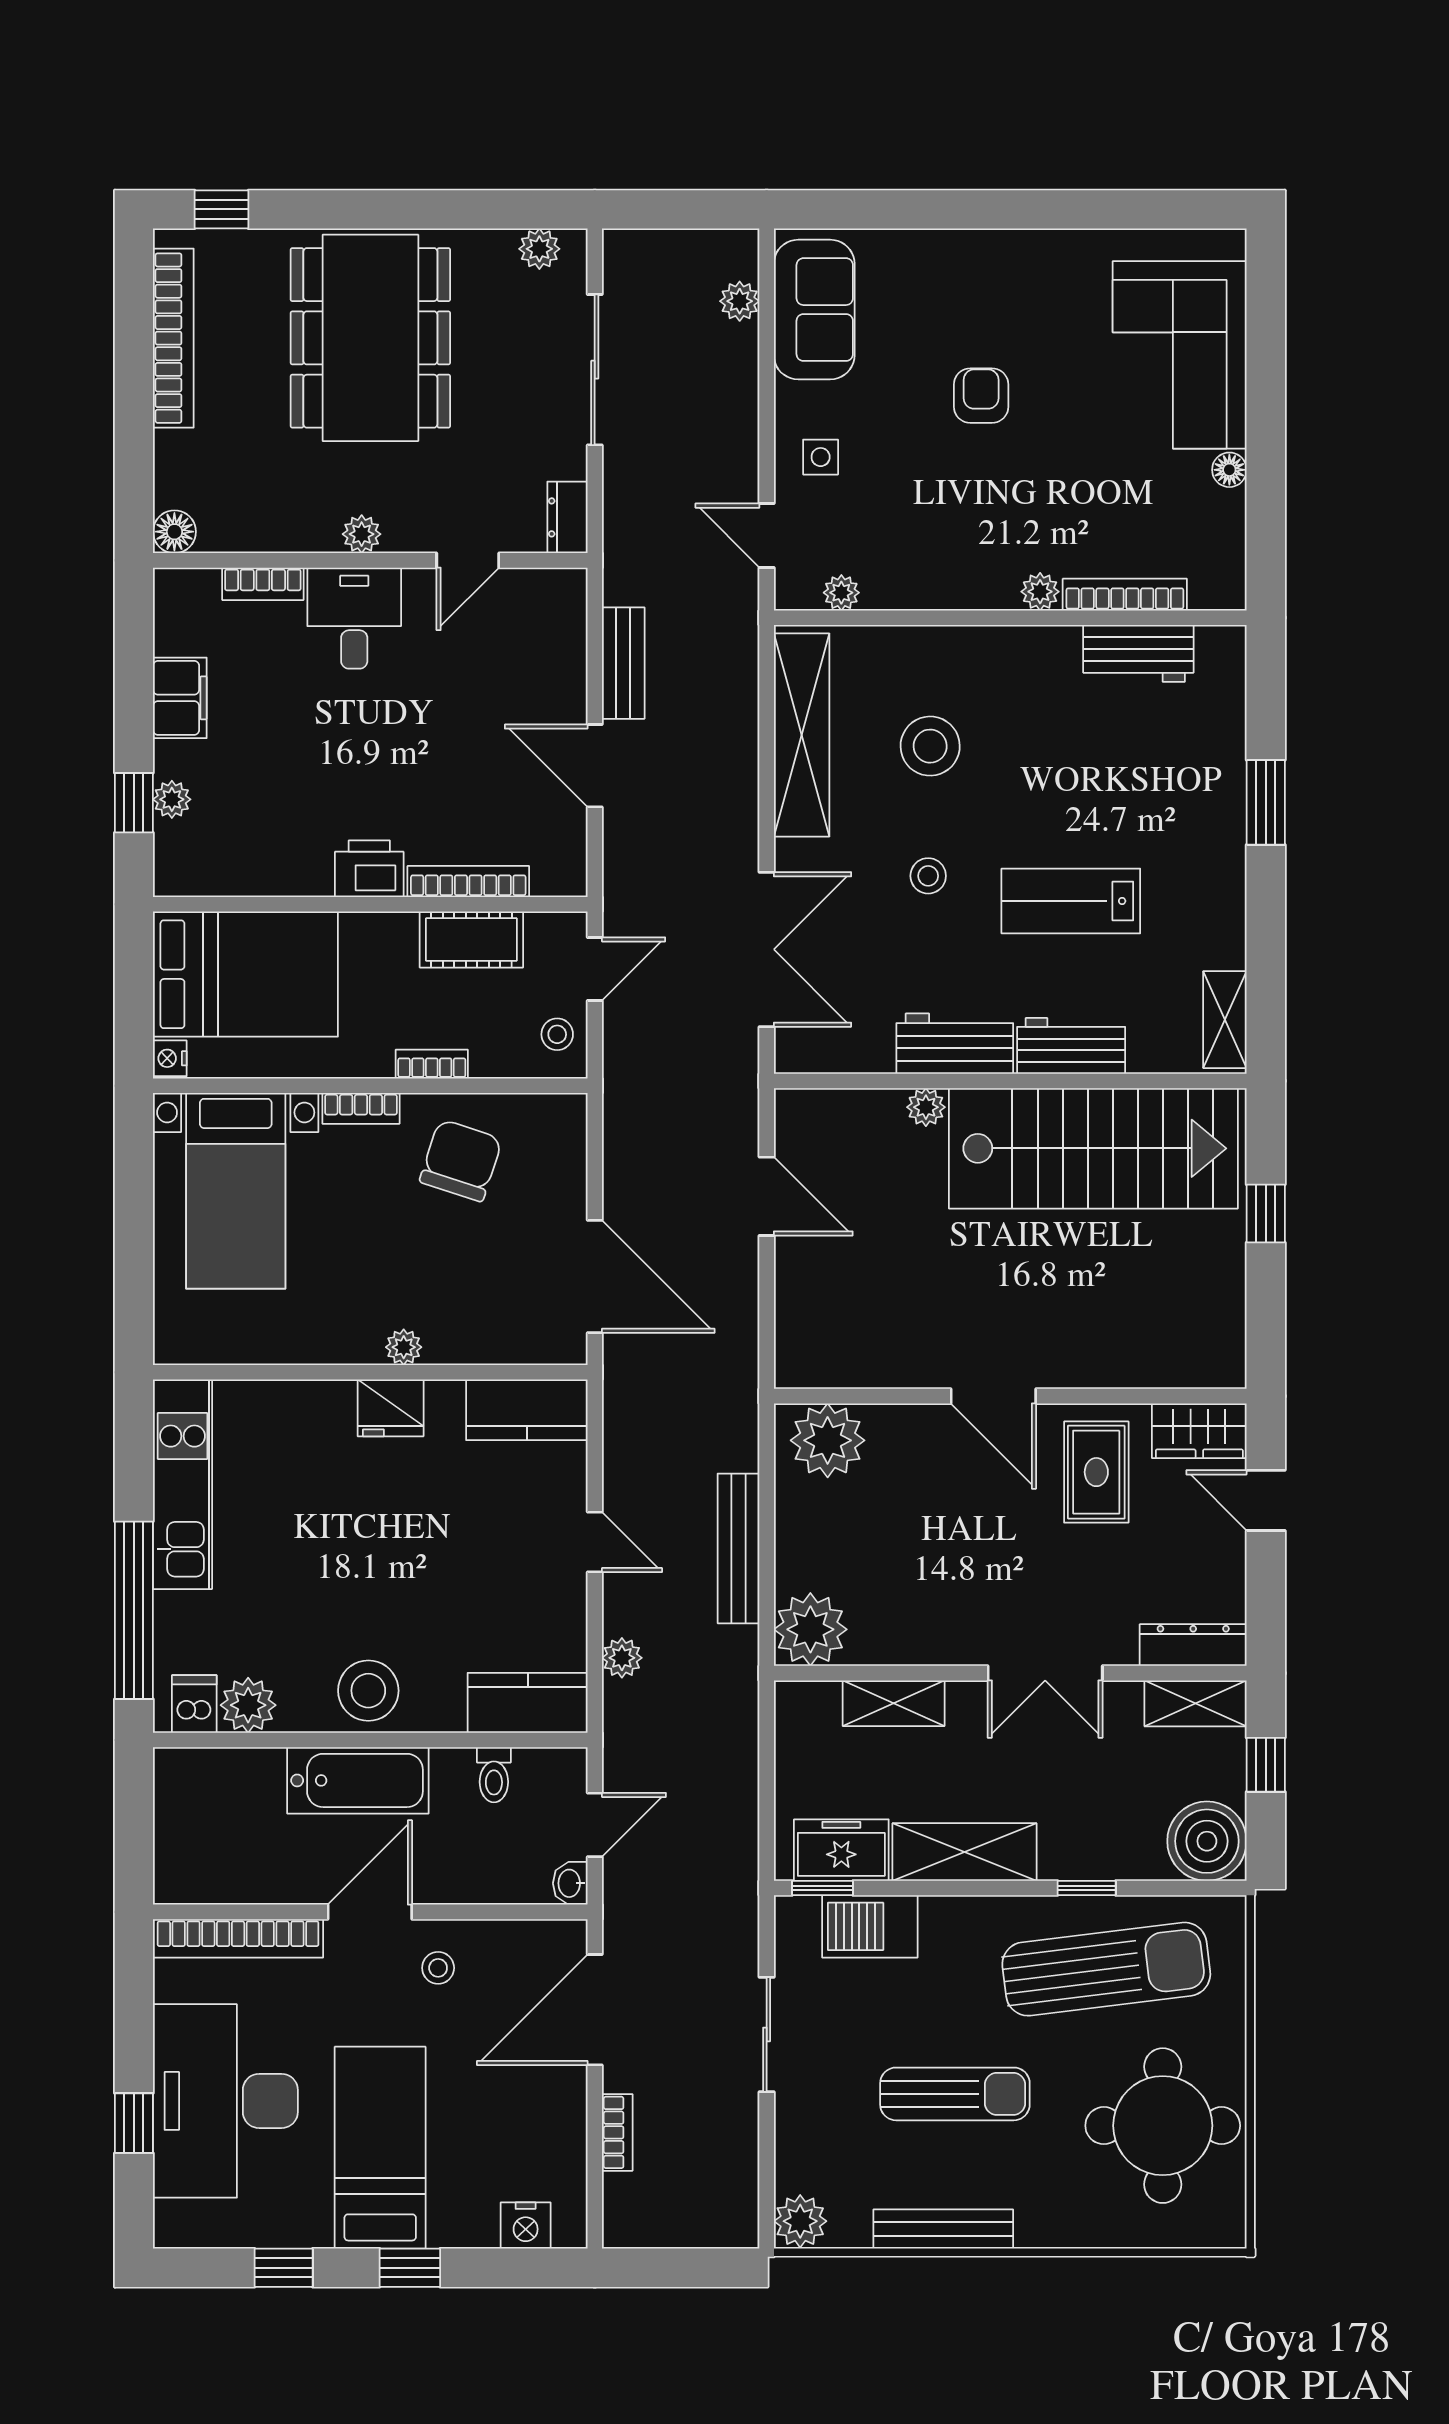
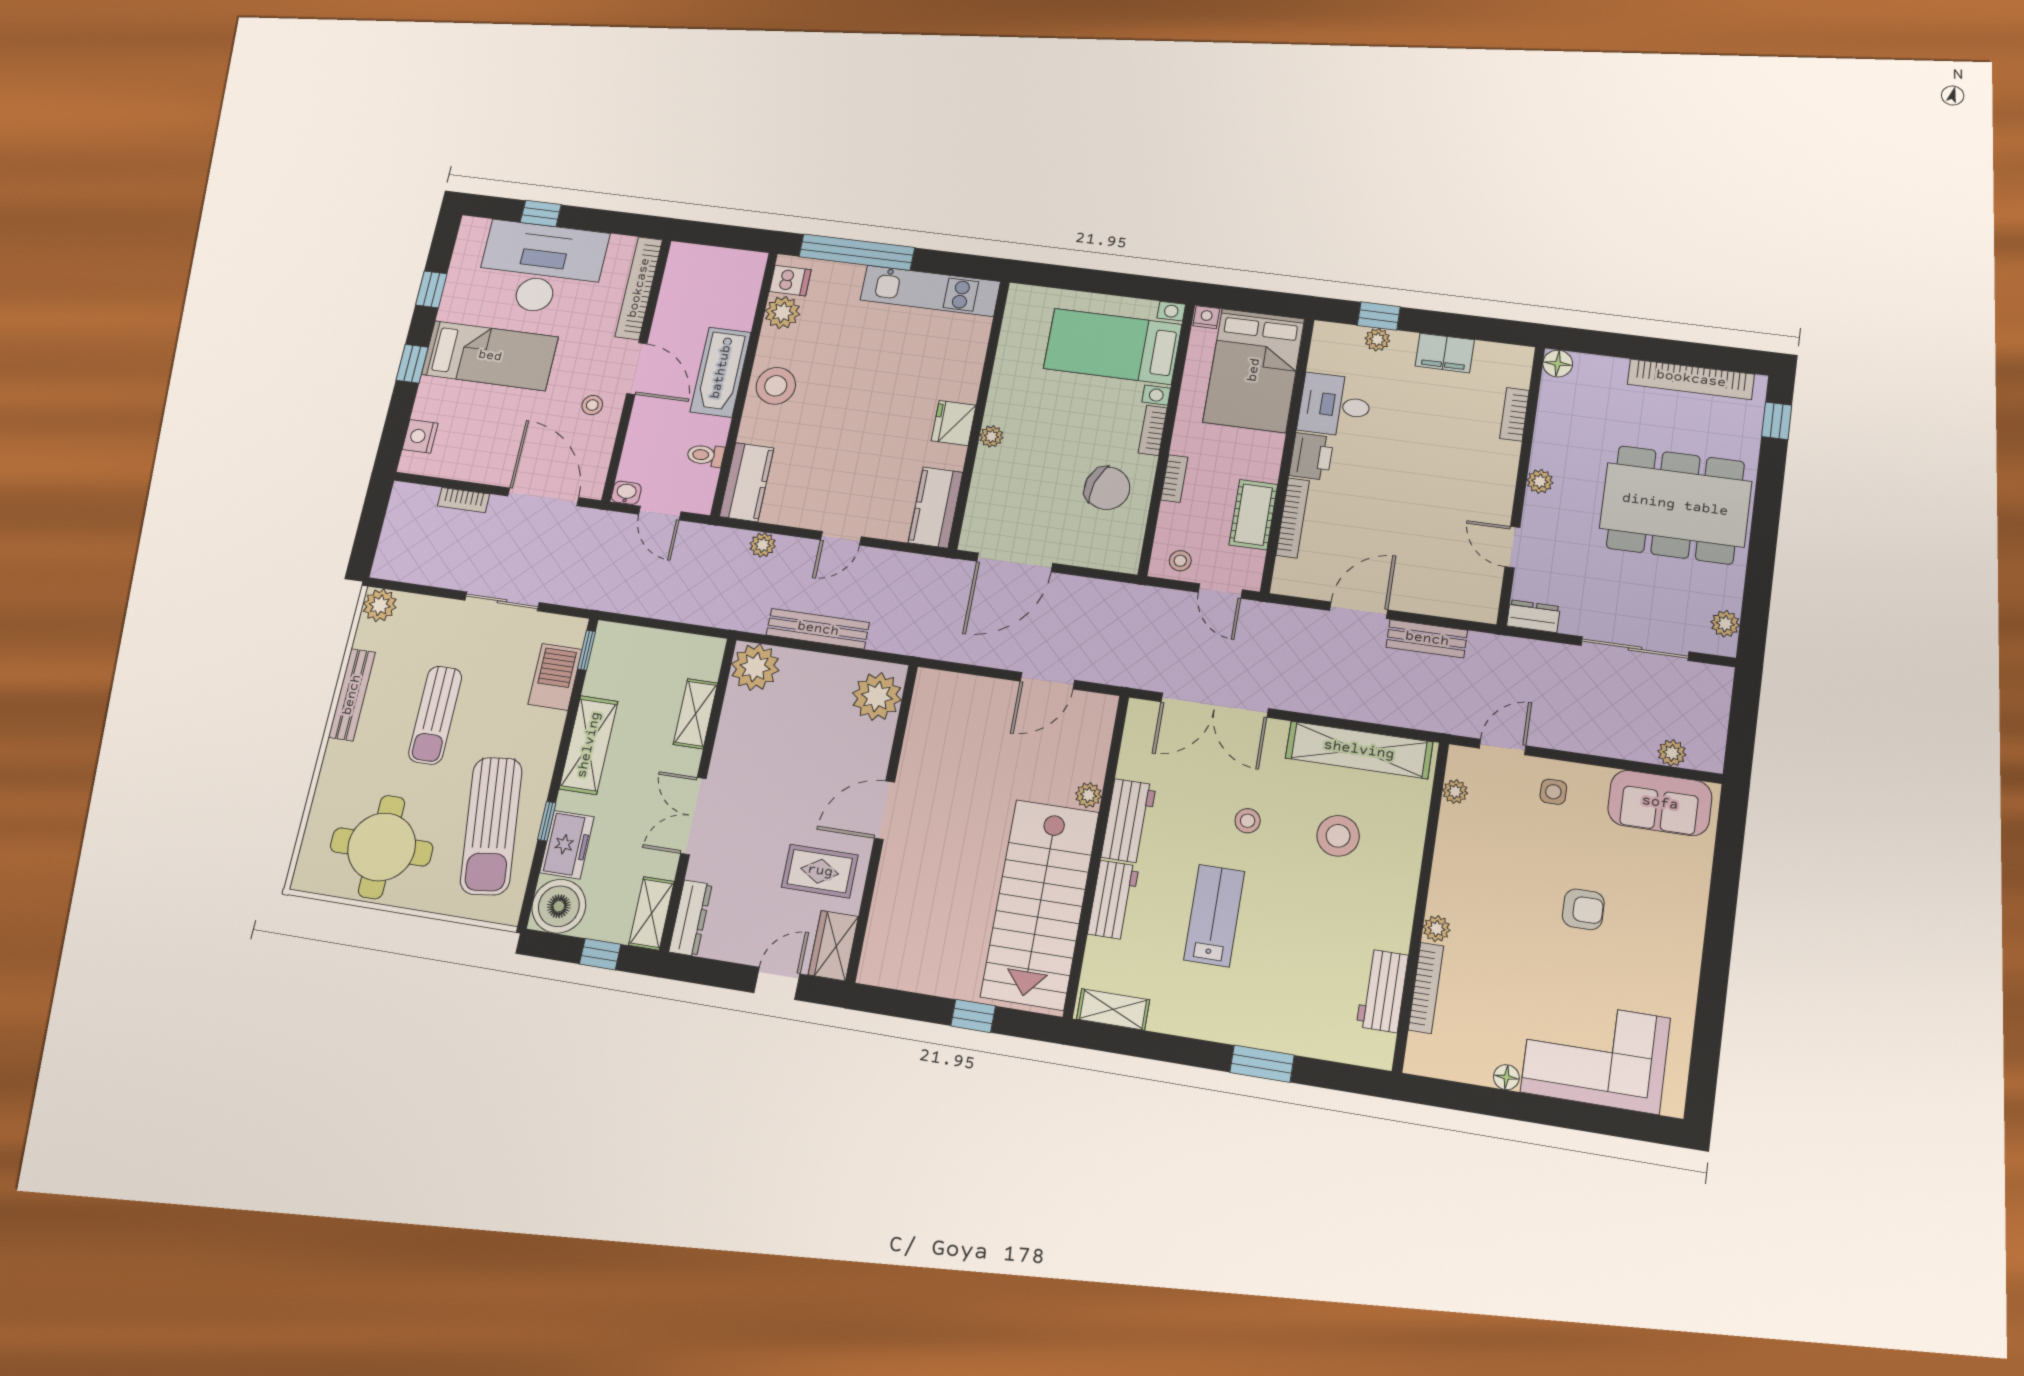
desk: (354, 618) -> (1335, 405), moved, turned 180
freezer: (841, 1850) -> (567, 845), moved

